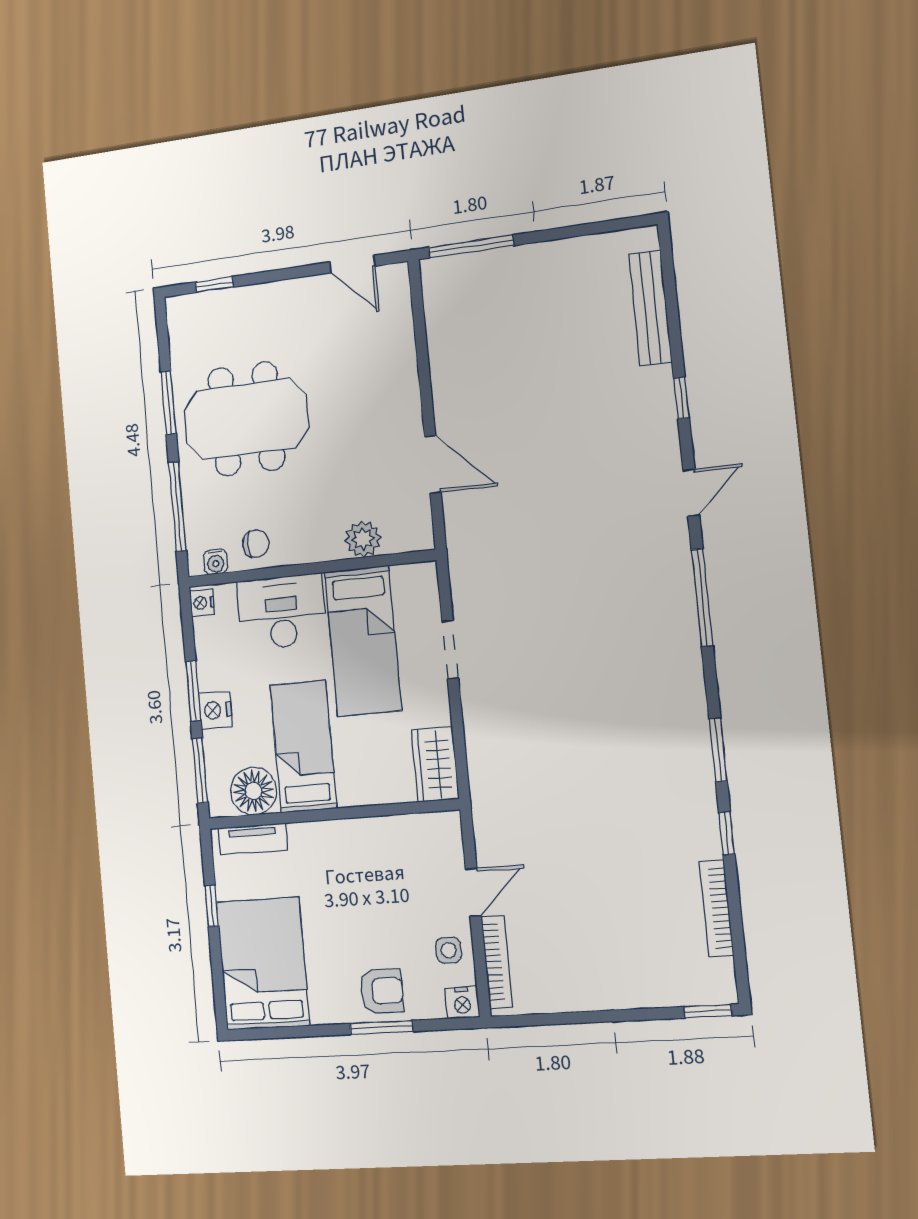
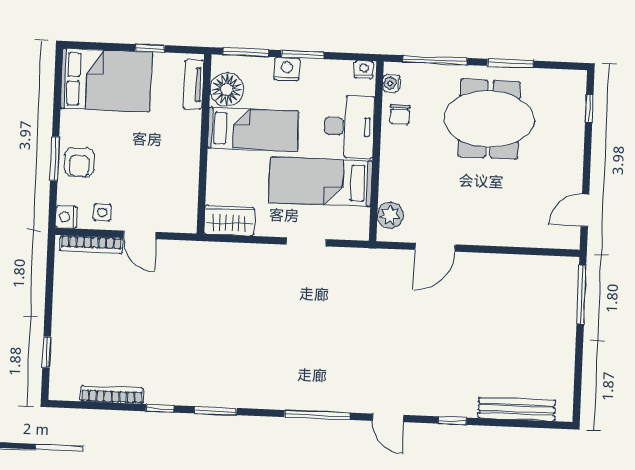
meeting table: (246, 419) -> (489, 119), turned 90
plant: (363, 539) -> (390, 215), moved
window: (708, 1011) -> (47, 352), moved

